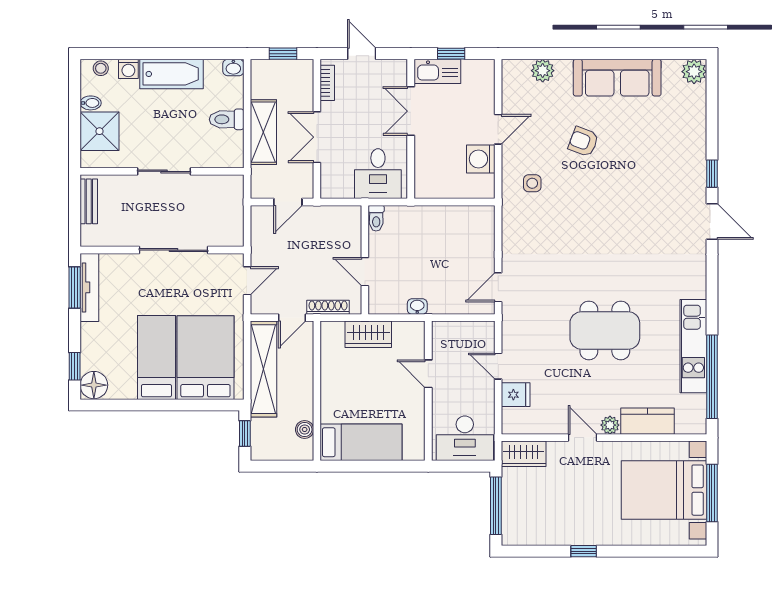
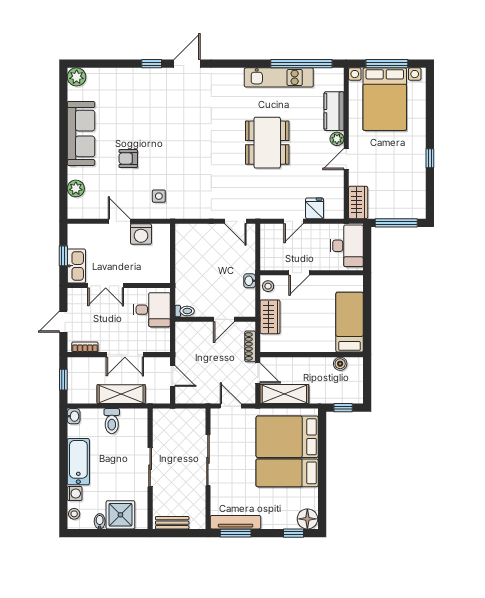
armchair: (583, 142) -> (128, 158), turned 69
stool: (410, 332) -> (268, 286), added
shelving: (263, 369) -> (284, 394), width x0.68

